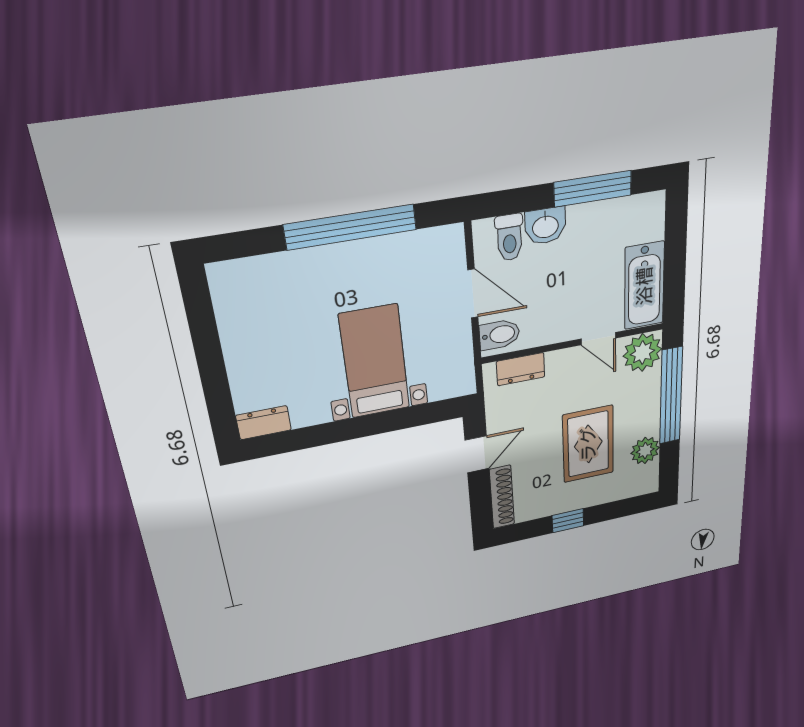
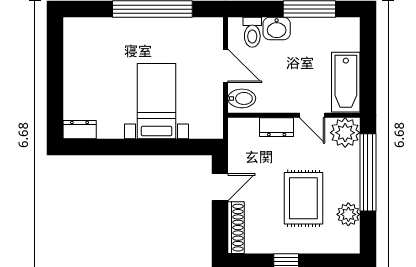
dresser: (521, 369) -> (277, 127), moved

